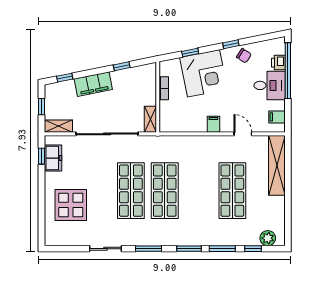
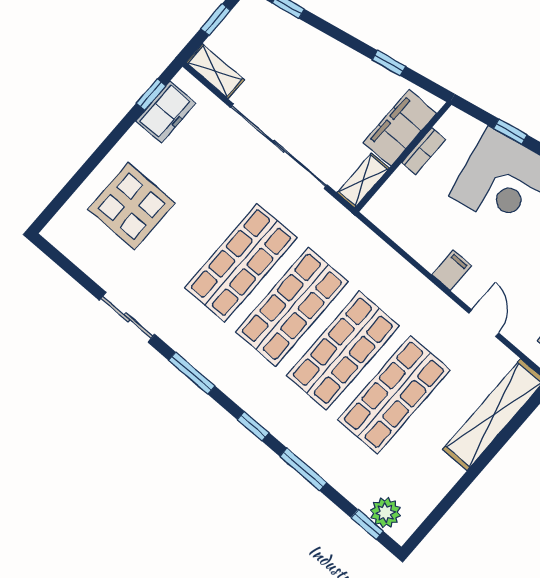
filing cabinet: (93, 84) -> (400, 128), moved, turned 101
shop shelf: (199, 191) -> (343, 351), added
window: (189, 249) -> (253, 426), width x0.67
window: (253, 249) -> (367, 525), moved

